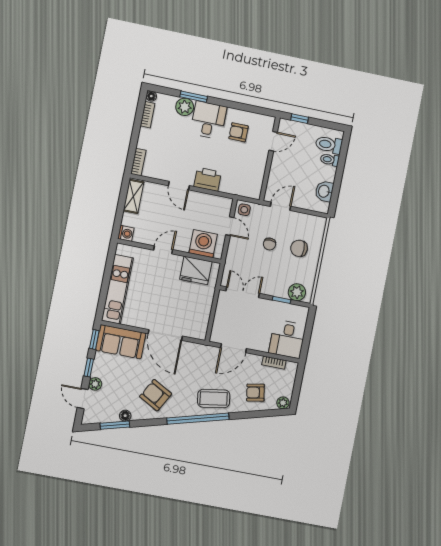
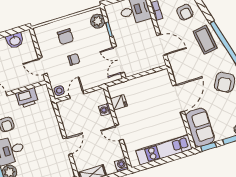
printer: (208, 179) -> (27, 98), moved, turned -90
washing machine: (203, 244) -> (105, 110), width x0.53, depth x0.53
fridge: (196, 270) -> (119, 102), width x0.53, depth x0.75

